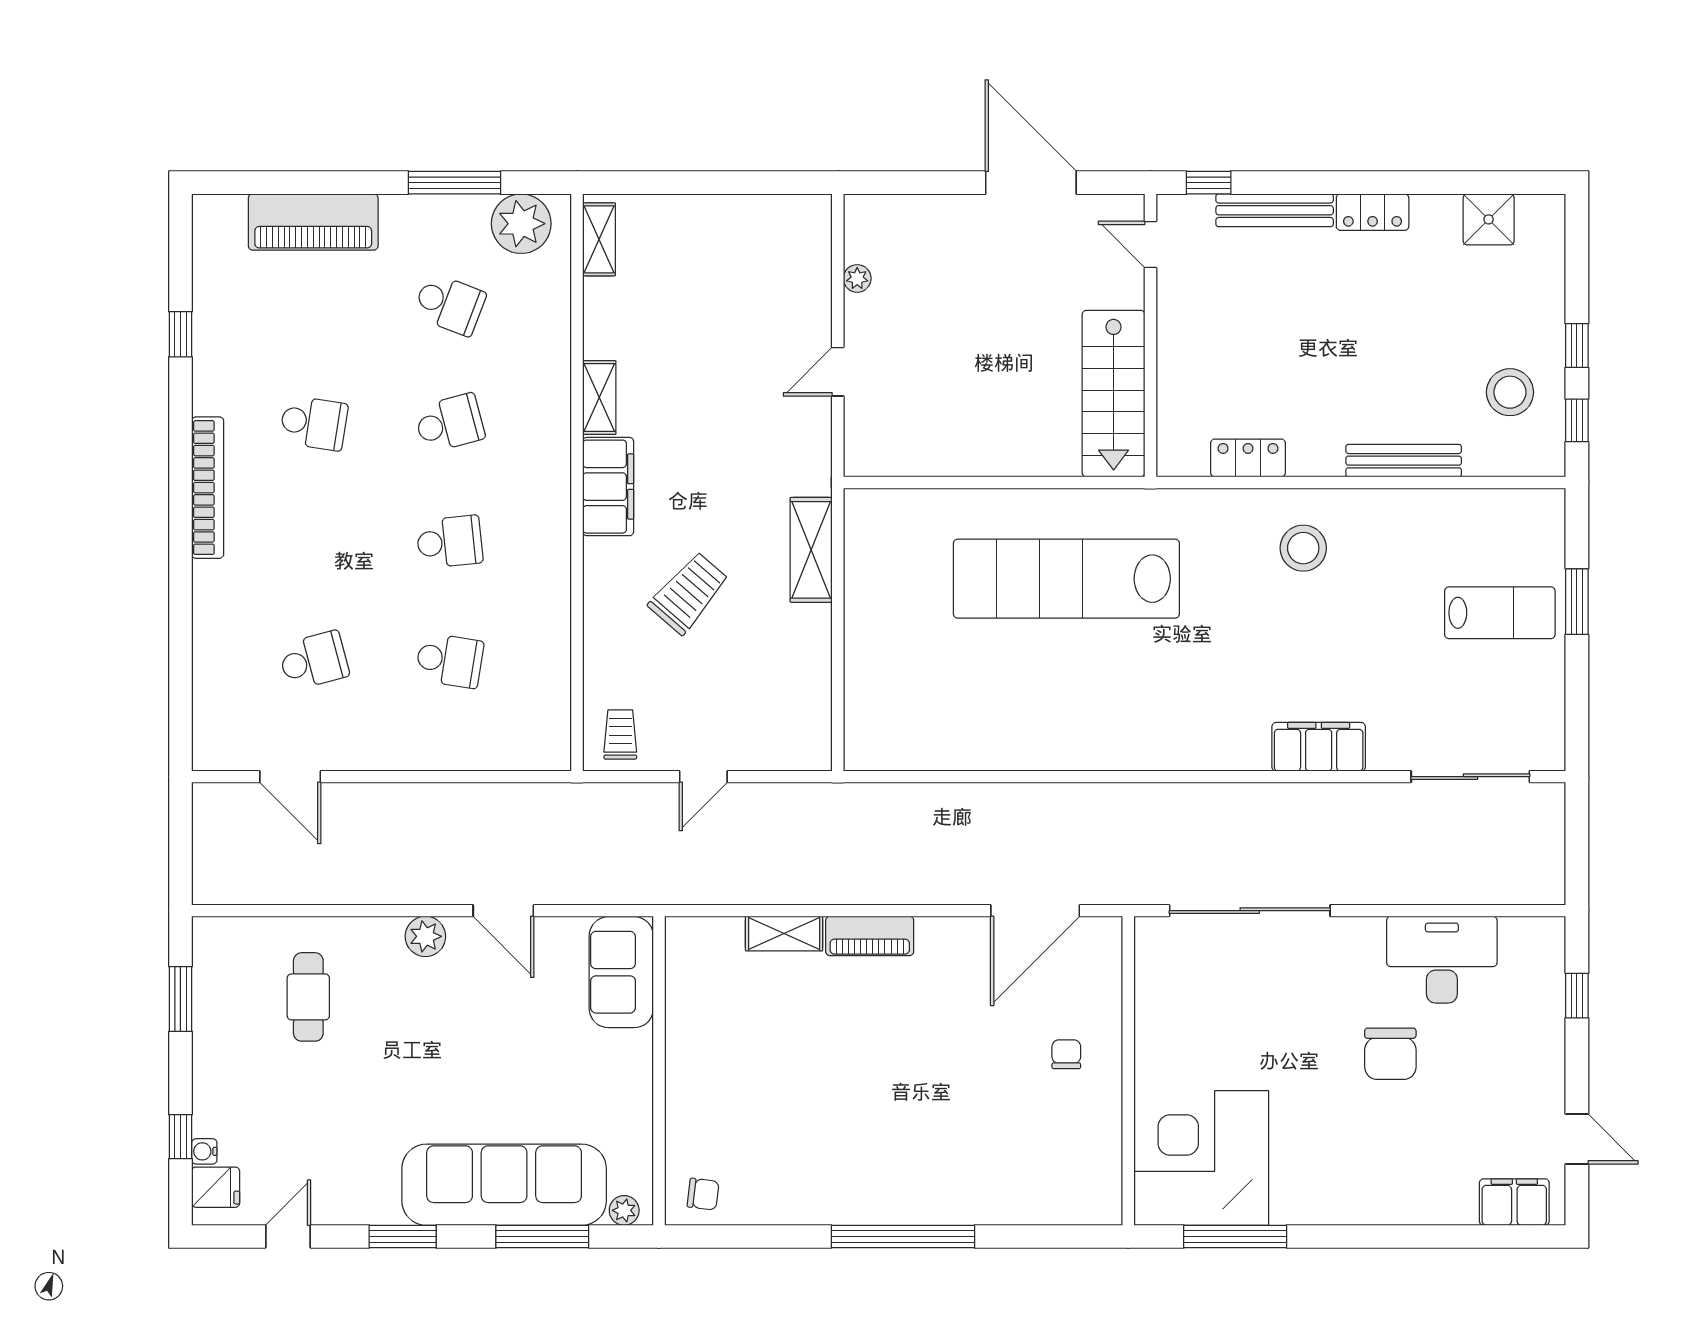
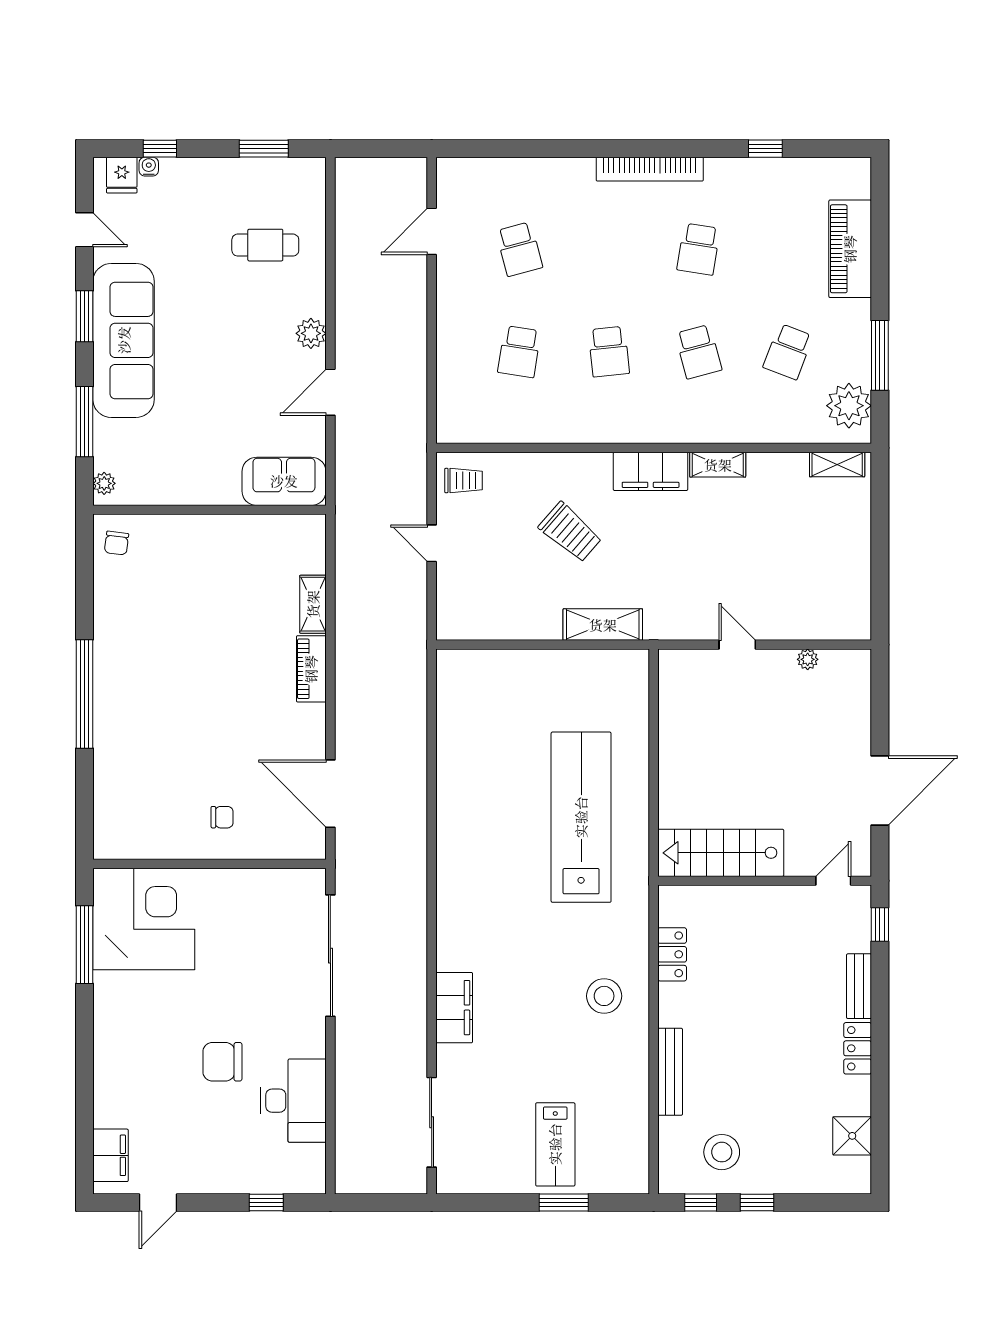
bench: (1275, 210) -> (859, 986), width x0.73
sofa: (504, 1185) -> (124, 340), moved

